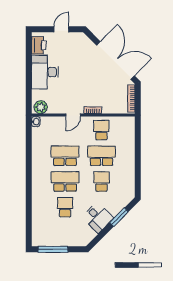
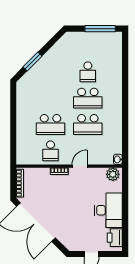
school desk: (101, 181) -> (50, 98), removed
desk: (98, 217) -> (54, 61), removed

